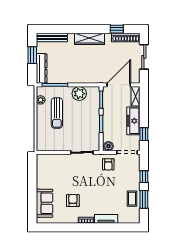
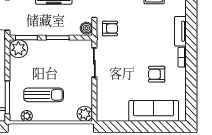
plant: (79, 94) -> (18, 49), moved
plant: (42, 145) -> (85, 114), added
sofa: (44, 203) -> (154, 111), width x1.36

